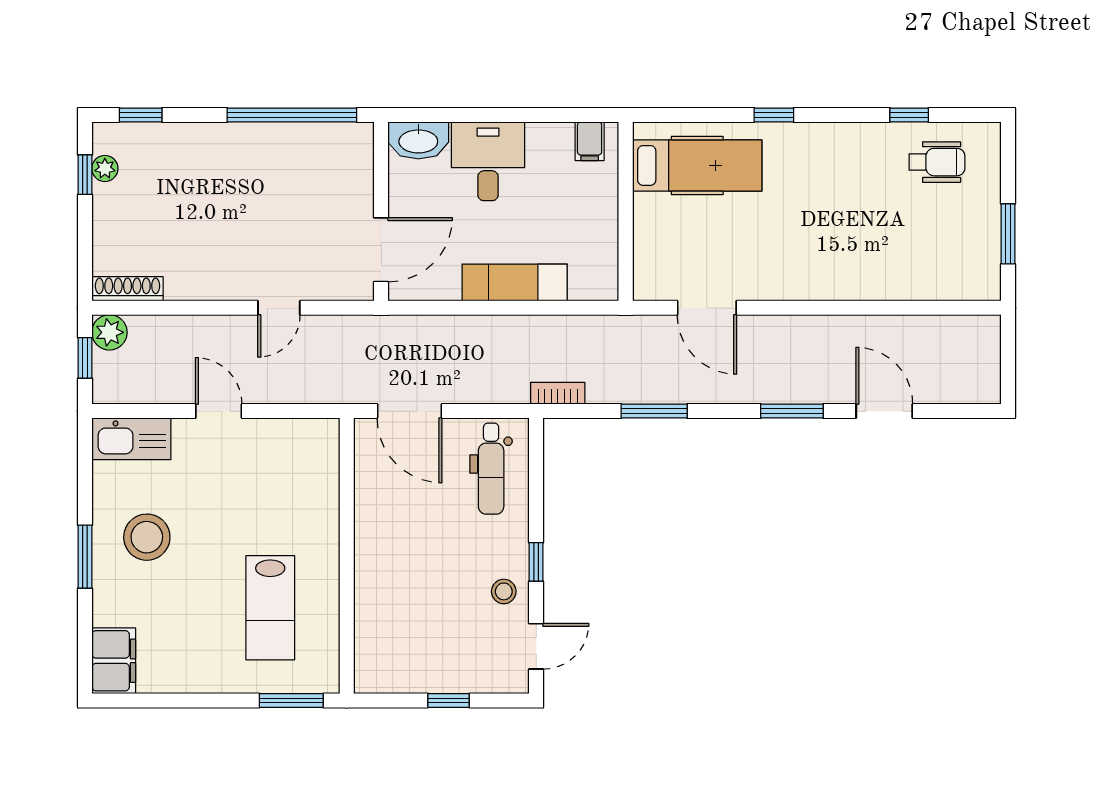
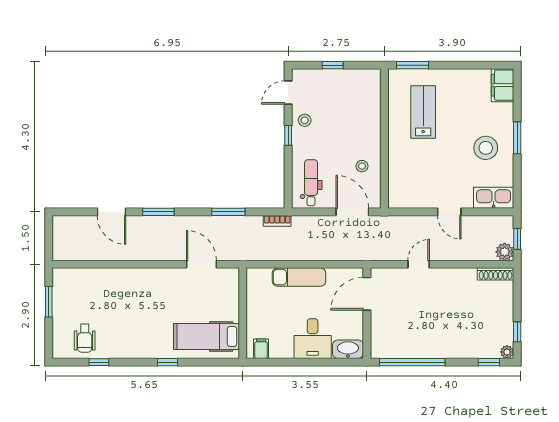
wheelchair: (937, 162) -> (85, 338), turned -90
plant: (105, 168) -> (507, 352), moved
stool: (391, 501) -> (362, 166), added

